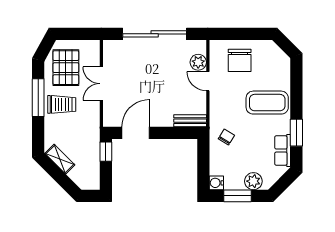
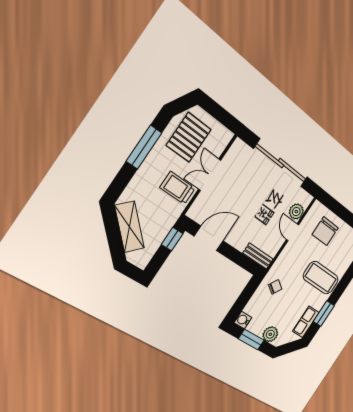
trolley: (62, 104) -> (178, 188), moved, turned 180
shelving: (60, 159) -> (130, 227), width x1.50, depth x1.33

